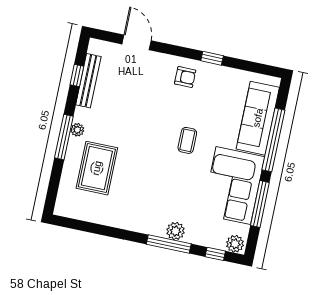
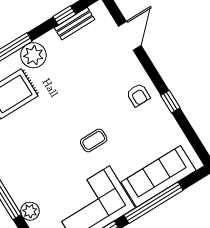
bench: (88, 81) -> (75, 24), width x0.73
plant: (77, 130) -> (33, 55), width x1.87, depth x1.87
plant: (176, 231) -> (30, 211), moved

